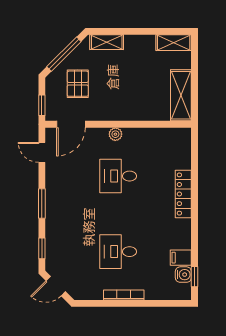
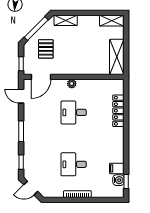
locker: (183, 194) -> (118, 111), moved

